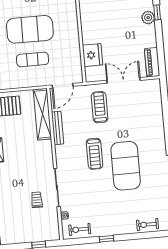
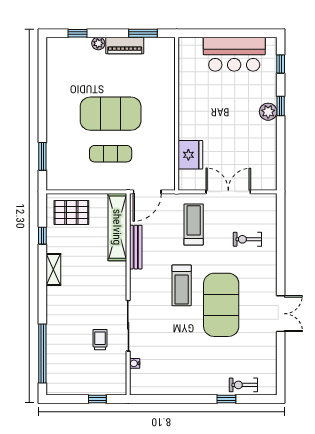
piano: (152, 62) -> (268, 171), removed
exercise bike: (80, 229) -> (247, 239), moved
window: (107, 239) -> (226, 399), moved

